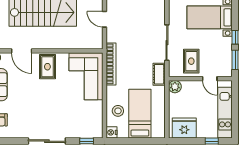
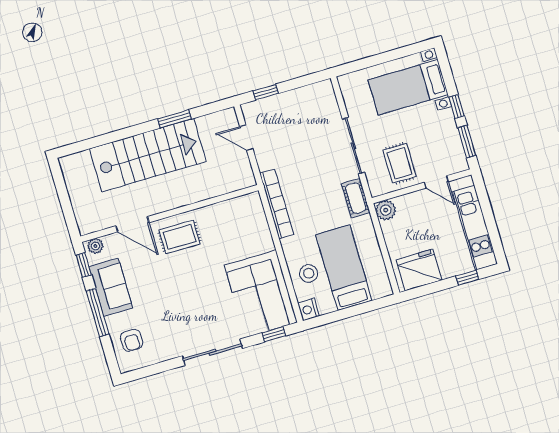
rug: (47, 67) -> (180, 237), turned 90
corner sofa: (86, 76) -> (261, 294), moved

